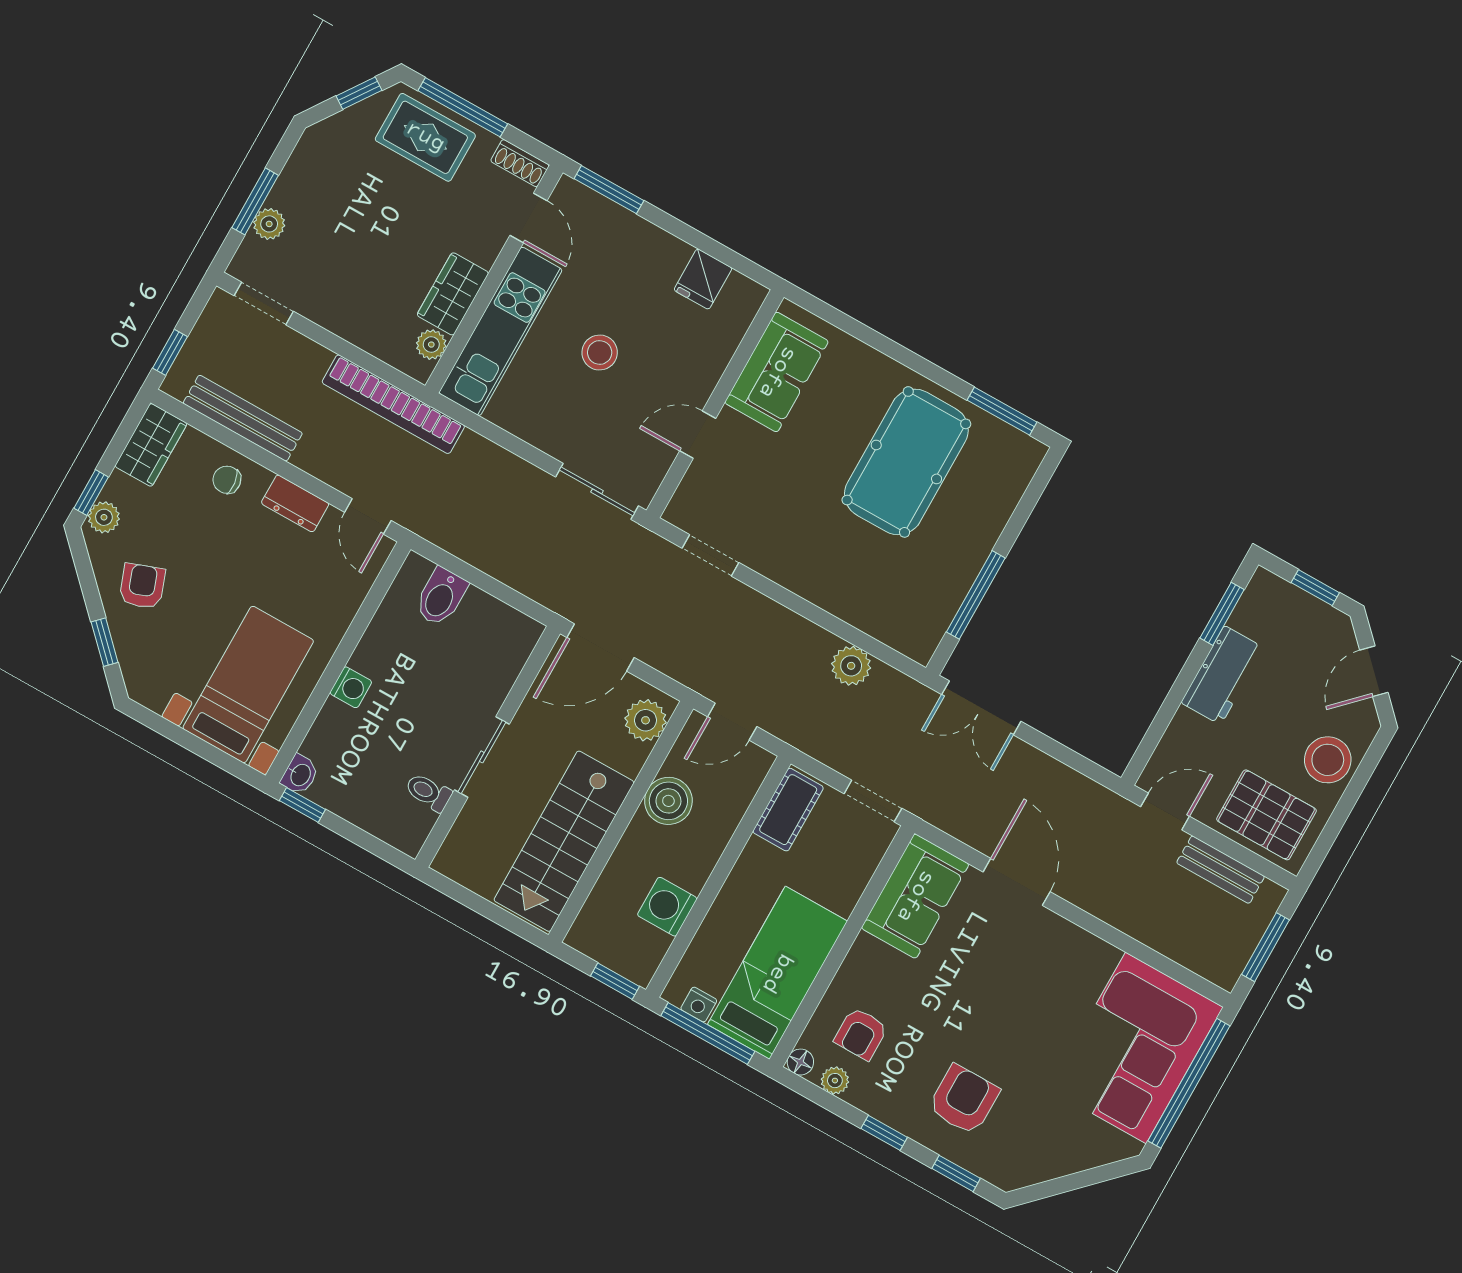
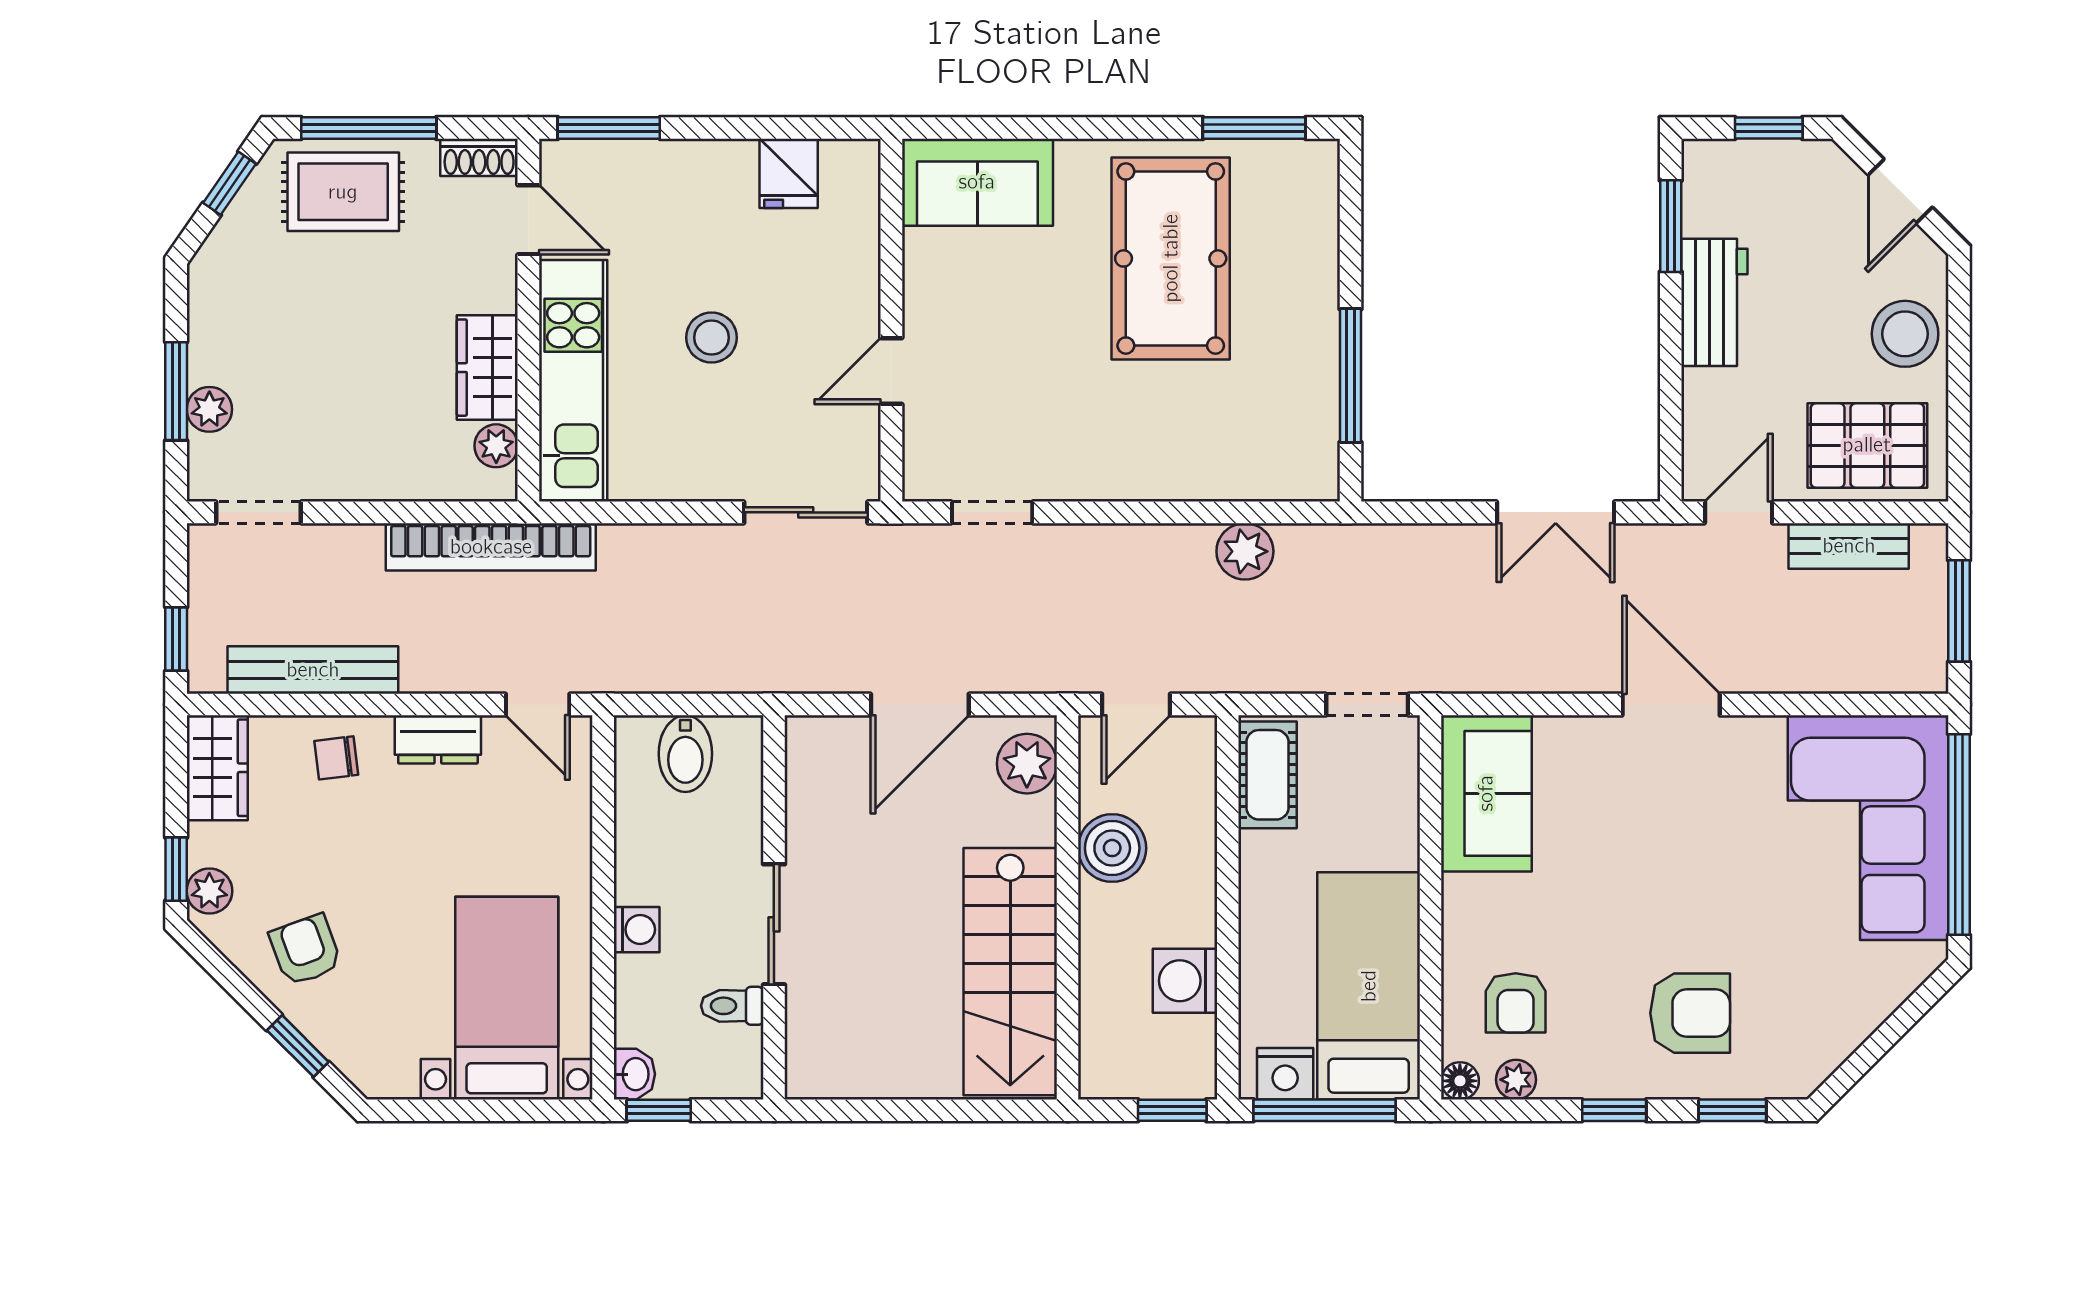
sofa: (777, 372) -> (977, 182), moved, turned 90
double door: (981, 708) -> (1556, 512), moved
wall: (488, 747) -> (774, 907), moved
sliding door: (482, 757) -> (774, 924), moved
toilet: (428, 792) -> (732, 1006), moved
door: (1017, 882) -> (1671, 705), moved
nightstand: (699, 1005) -> (1285, 1074), width x1.39, depth x1.35
armchair: (964, 1100) -> (1690, 1013), turned 90

